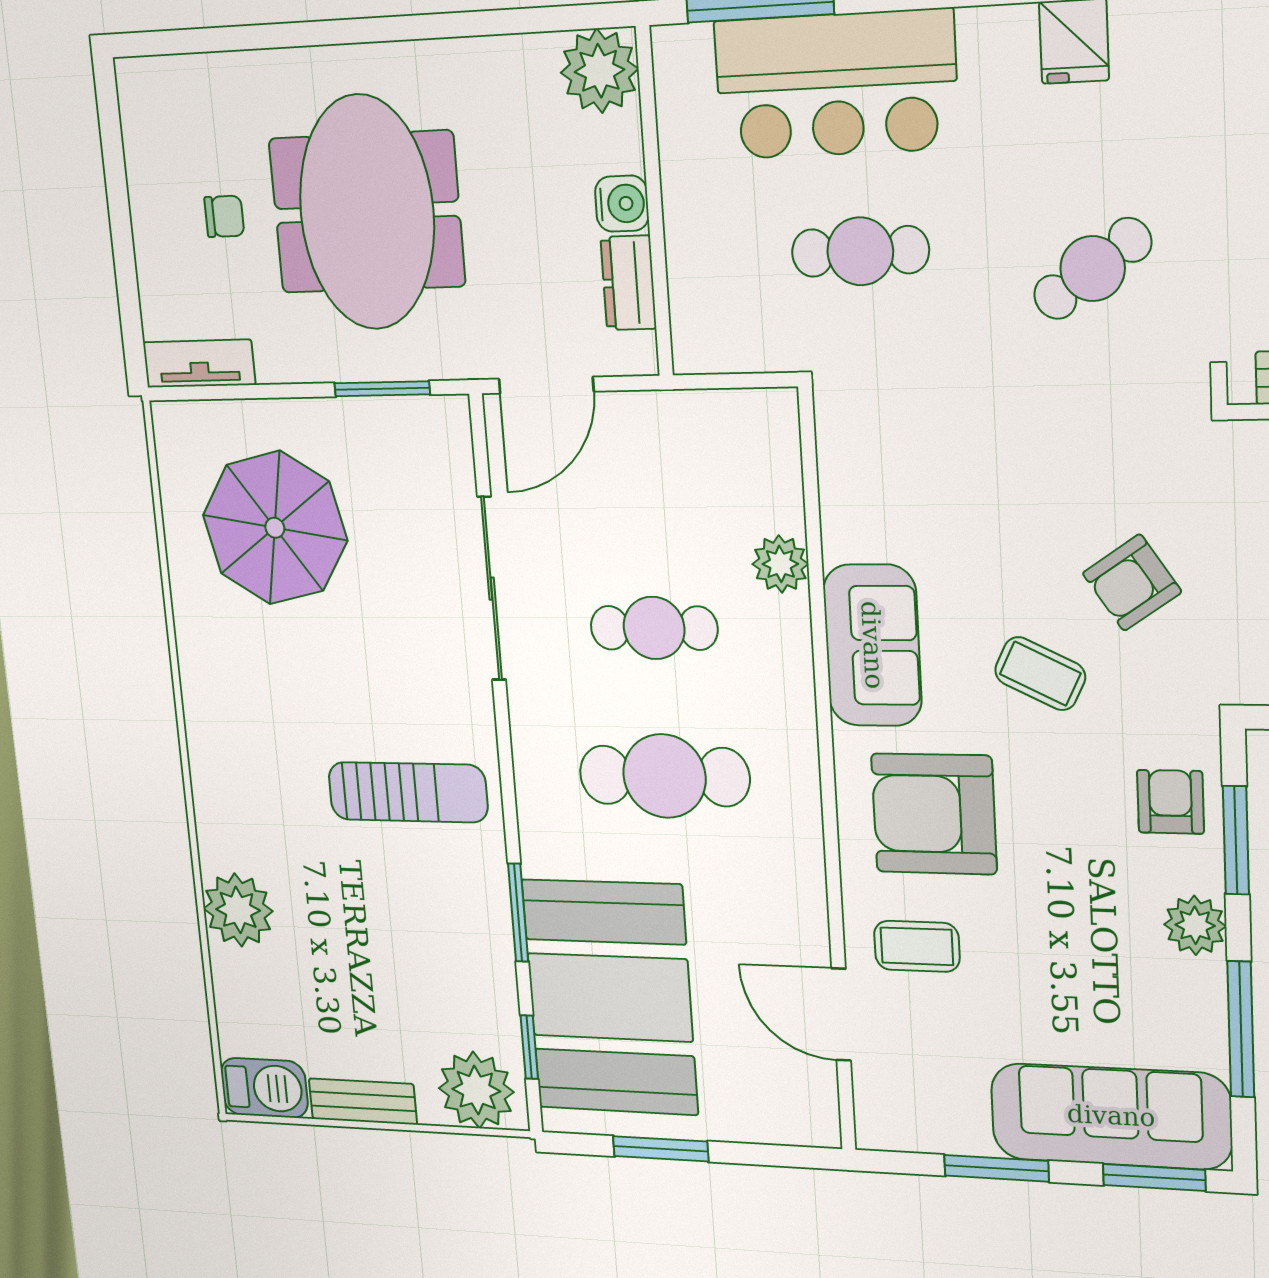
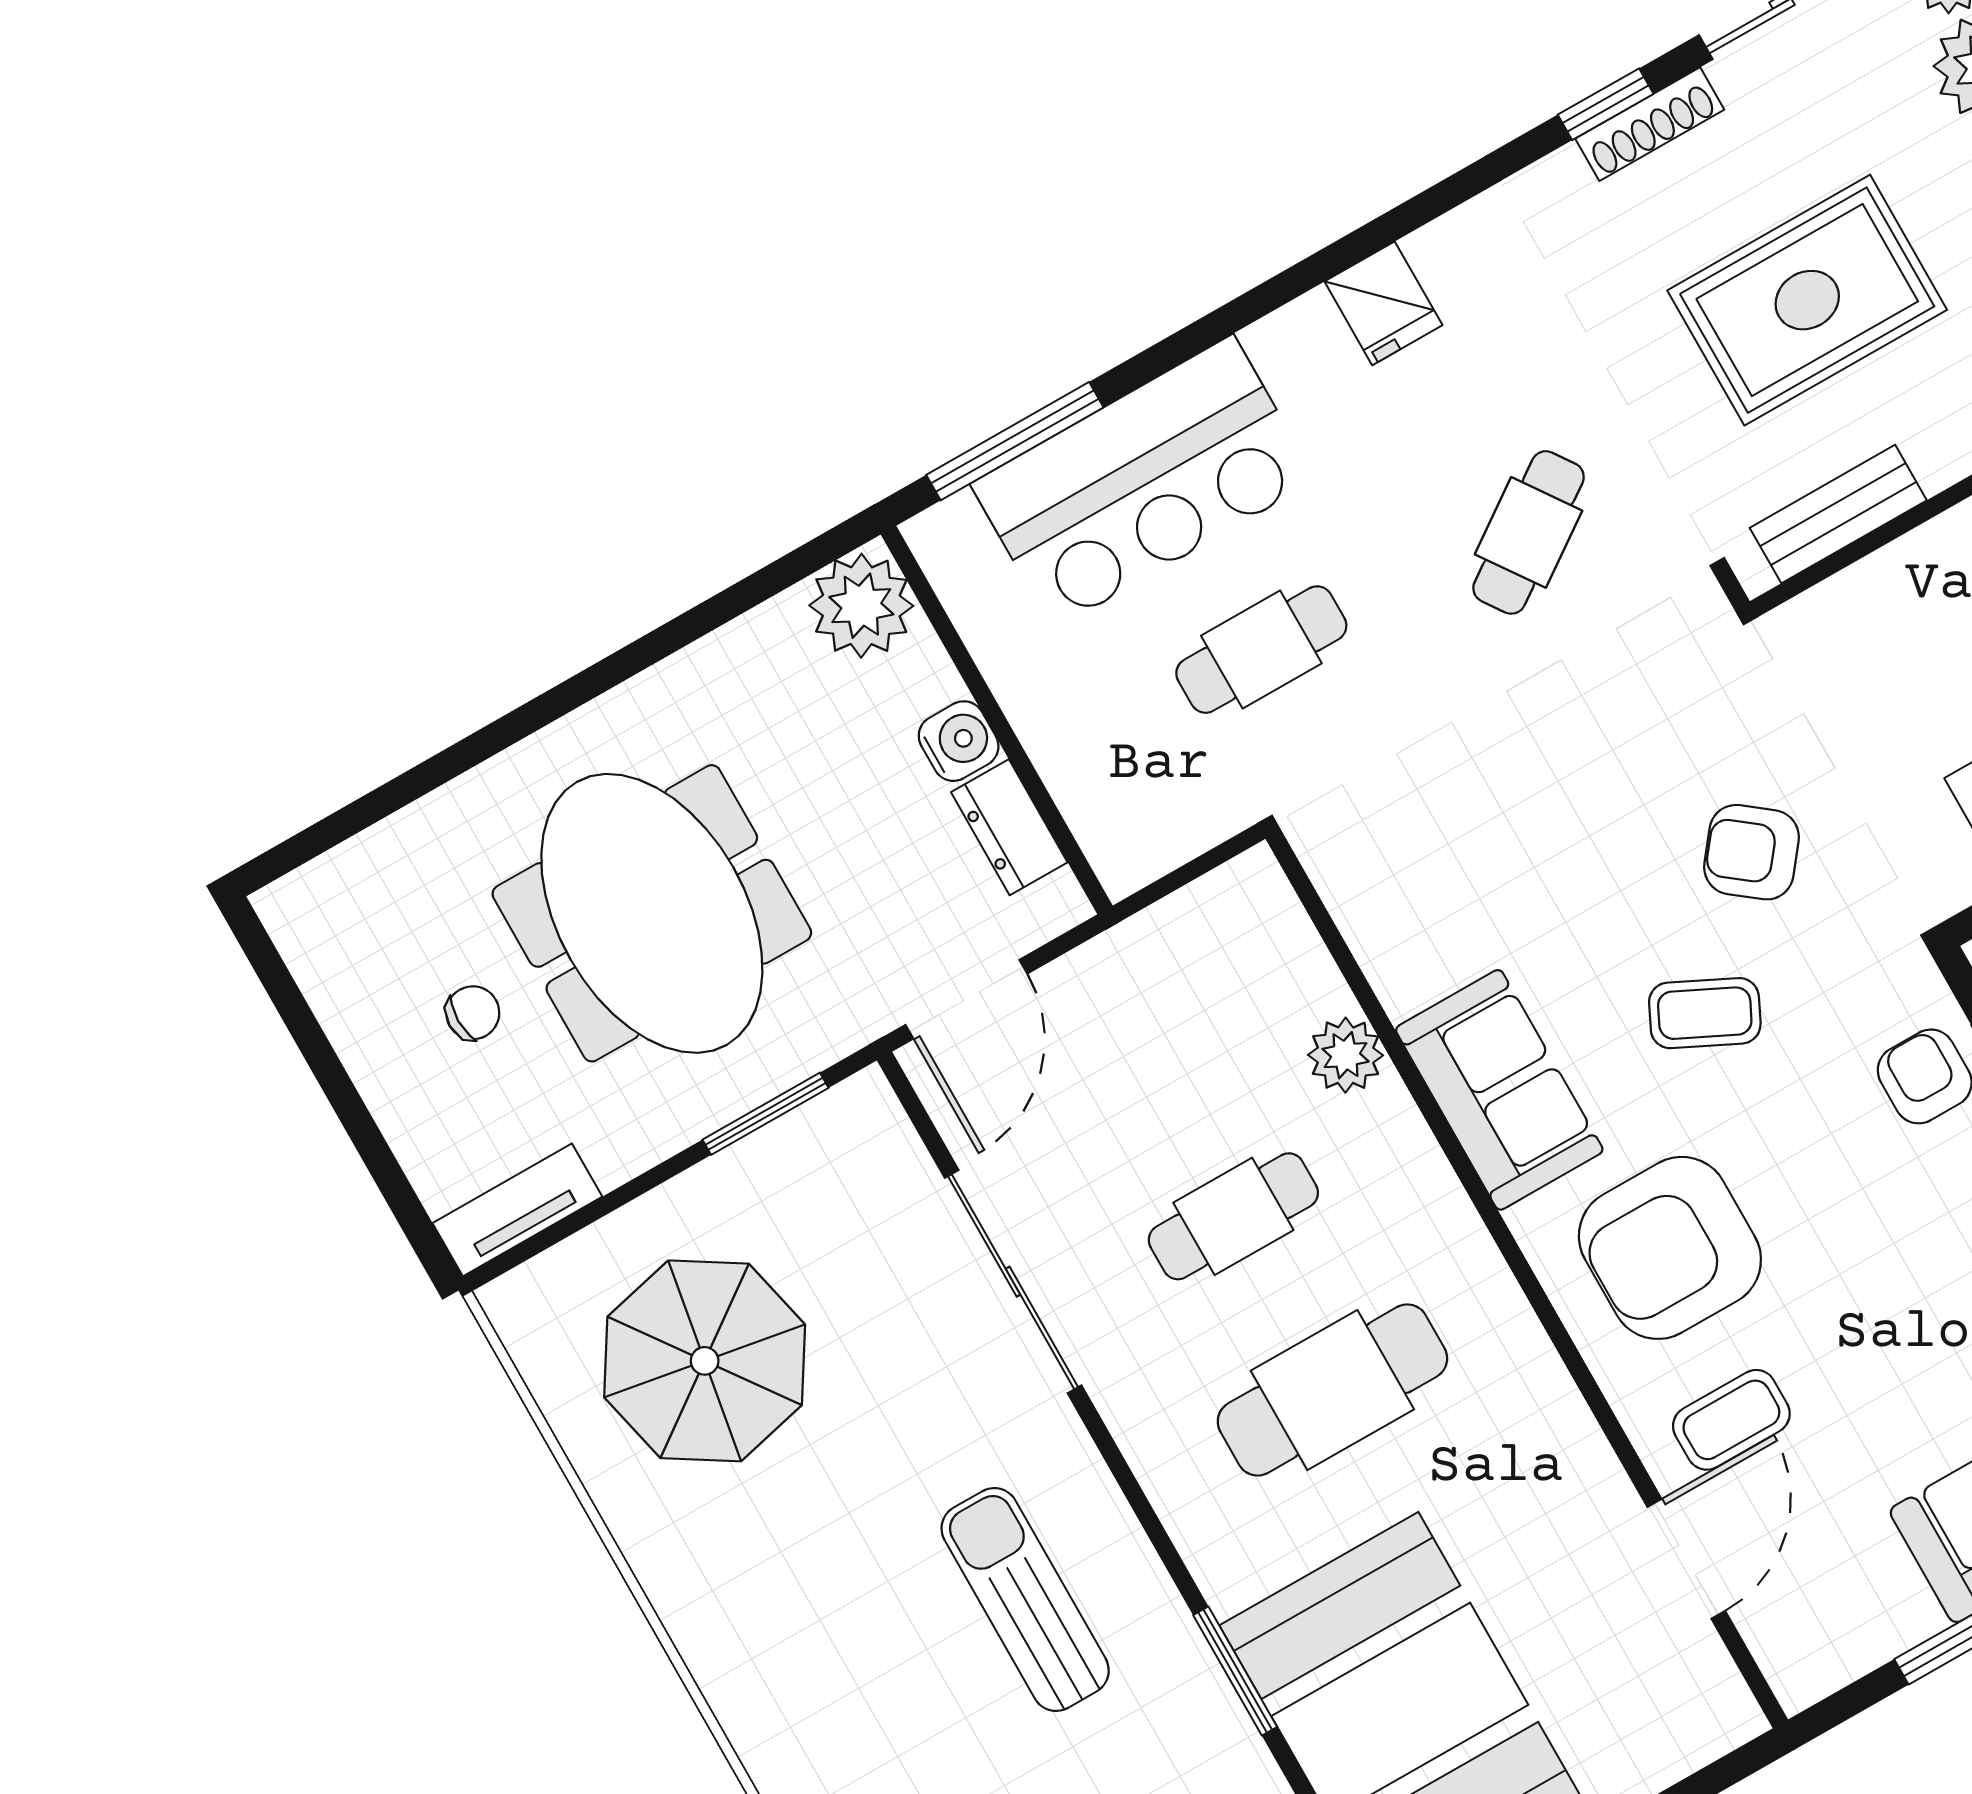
armchair: (1132, 583) -> (1752, 852), turned 72
sun lounger: (408, 792) -> (1025, 1600), turned -90
door: (841, 1015) -> (1686, 1559), swing flipped

